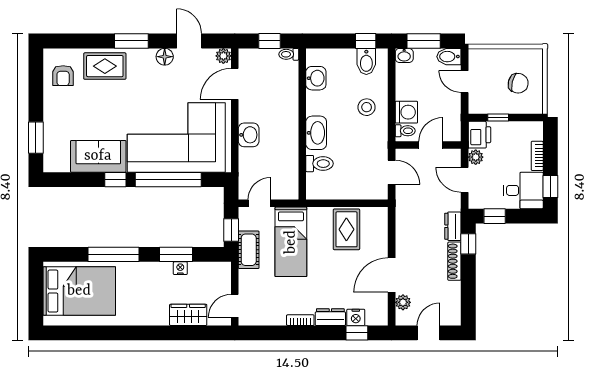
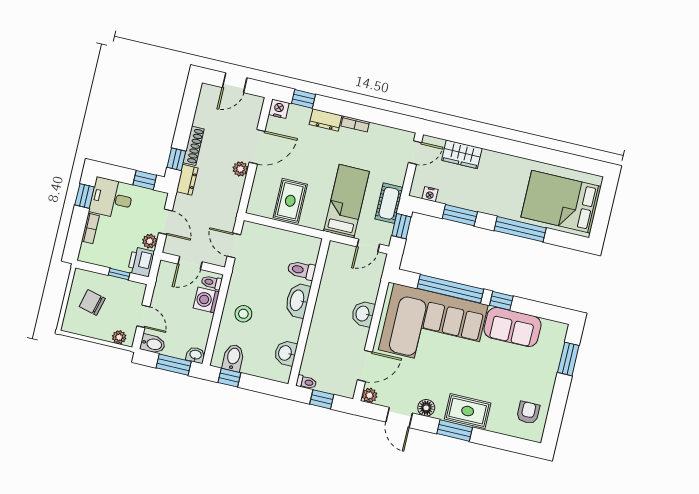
plant: (484, 55) -> (119, 337), added
rug: (105, 66) -> (468, 411), moved
nightstand: (180, 268) -> (430, 194), moved
plant: (403, 302) -> (240, 169), moved
nightstand: (356, 317) -> (279, 109), moved

